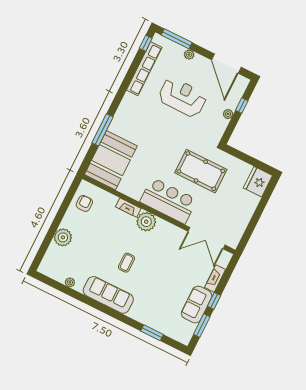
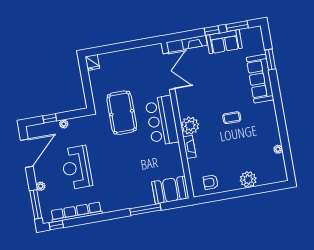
booth: (111, 160) -> (170, 190), width x0.73, depth x0.70
fridge: (258, 182) -> (92, 62), width x0.53, depth x0.75
sofa: (108, 295) -> (260, 79), moved

